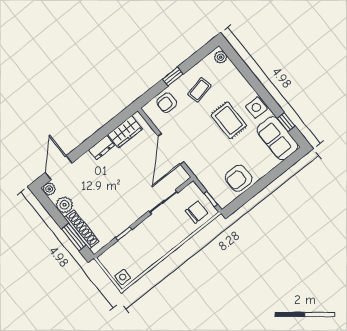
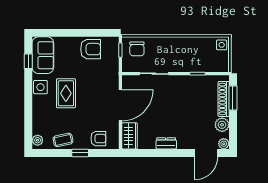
coffee table: (199, 90) -> (63, 140), moved
wardrobe: (125, 132) -> (130, 136), moved, turned 90
chair: (197, 212) -> (137, 49), turned -90

